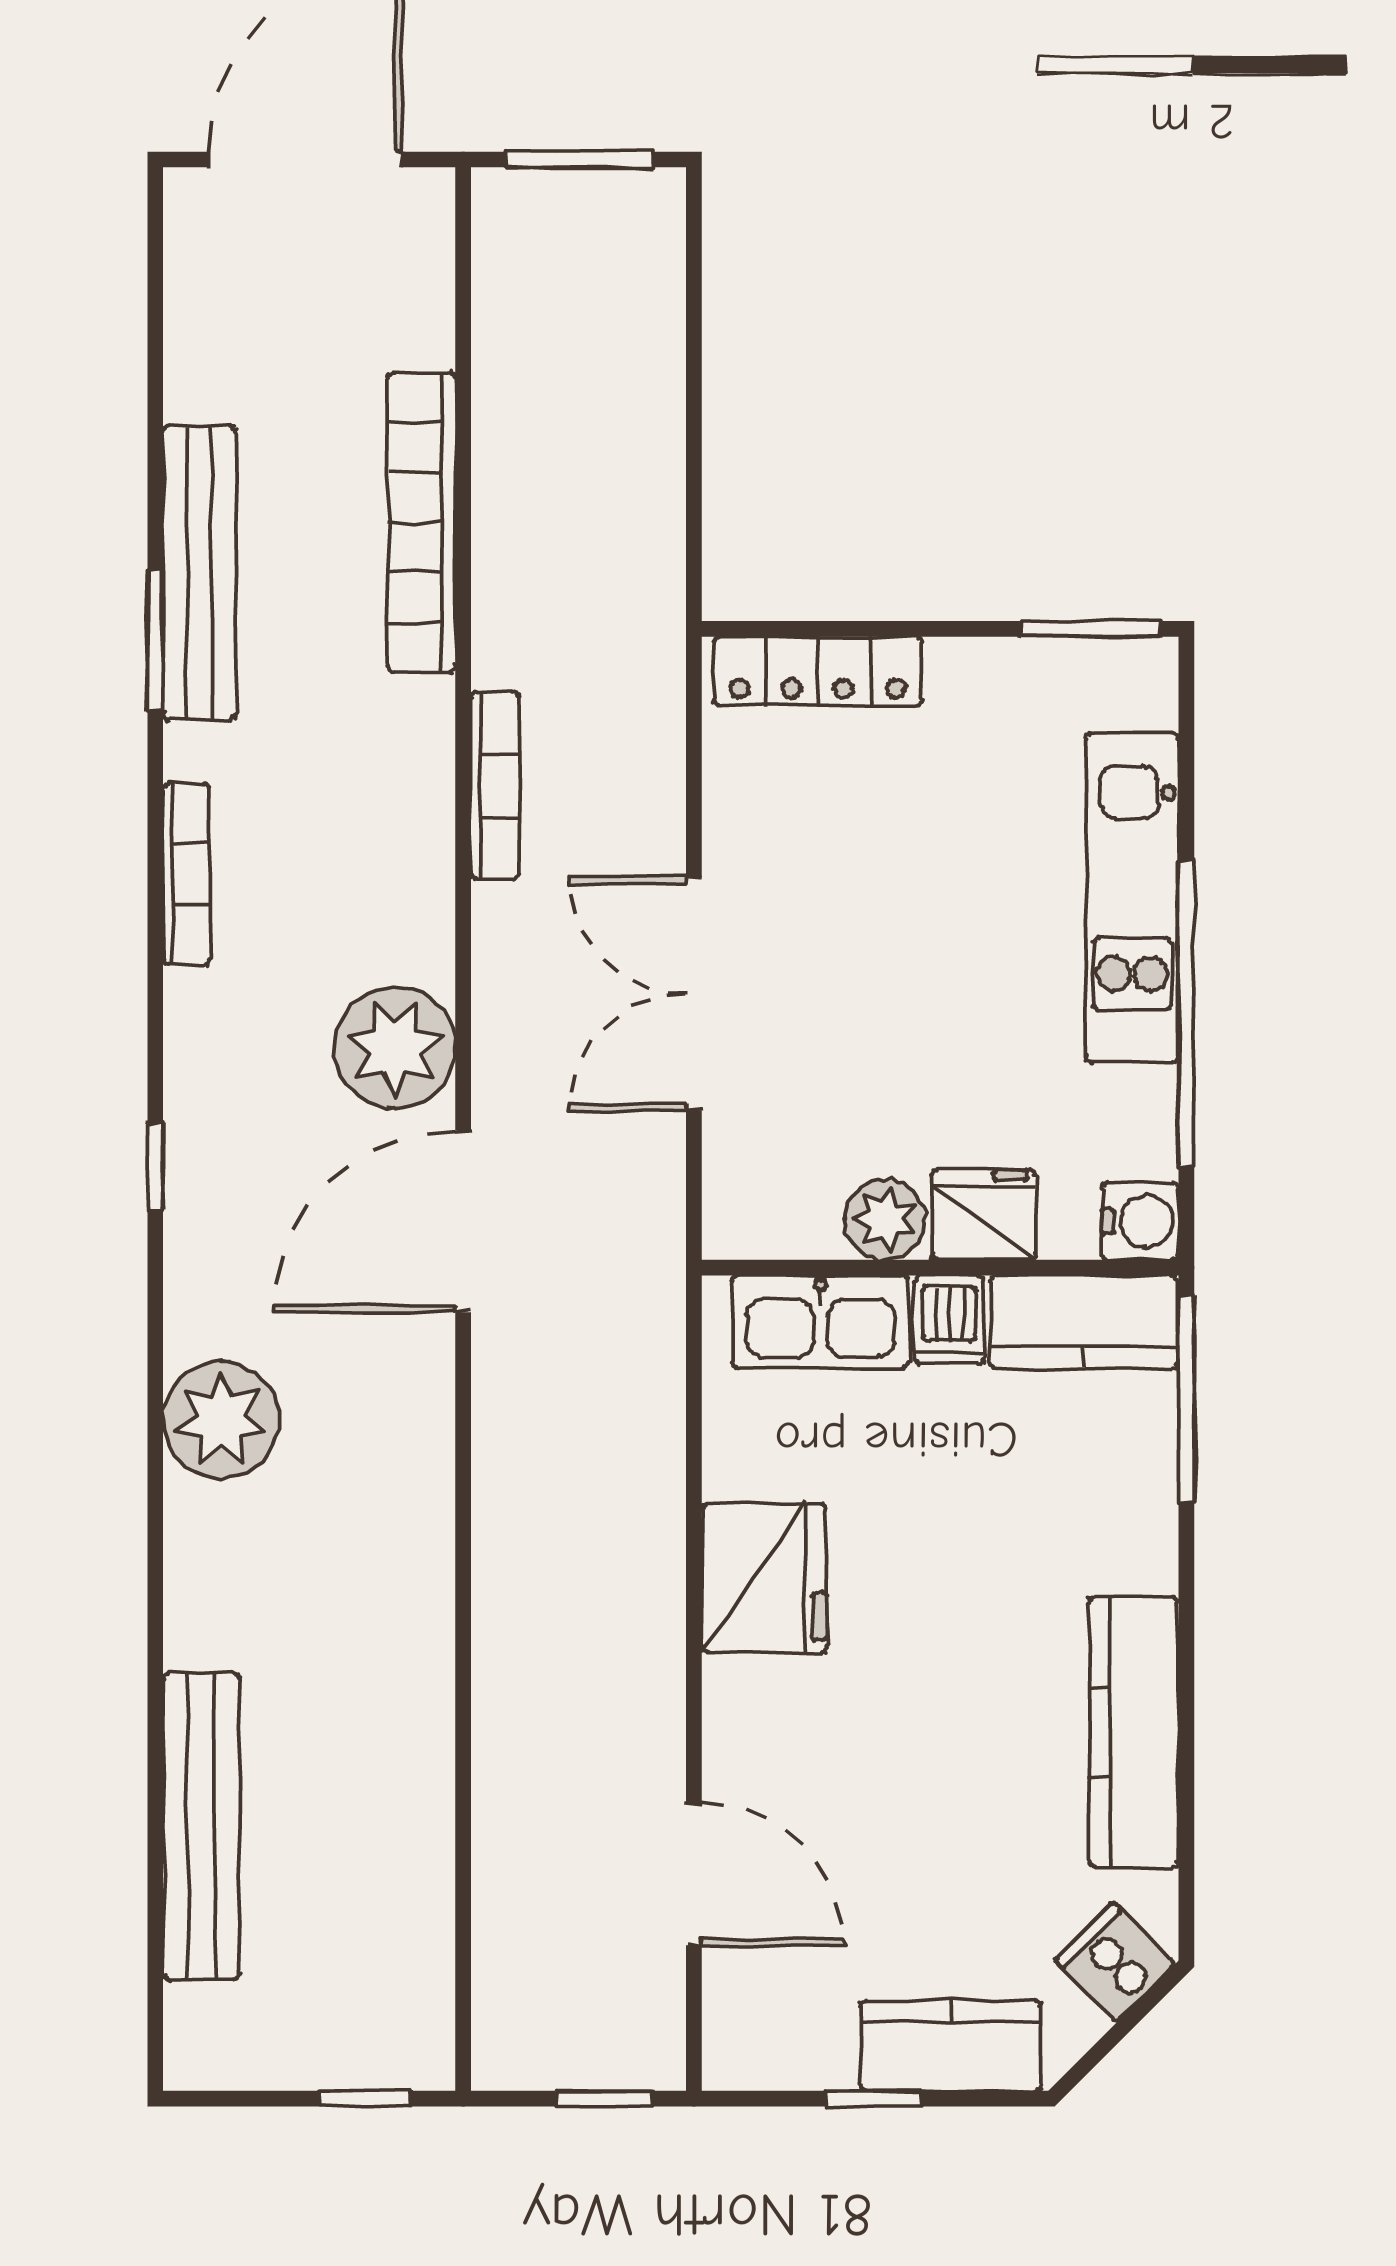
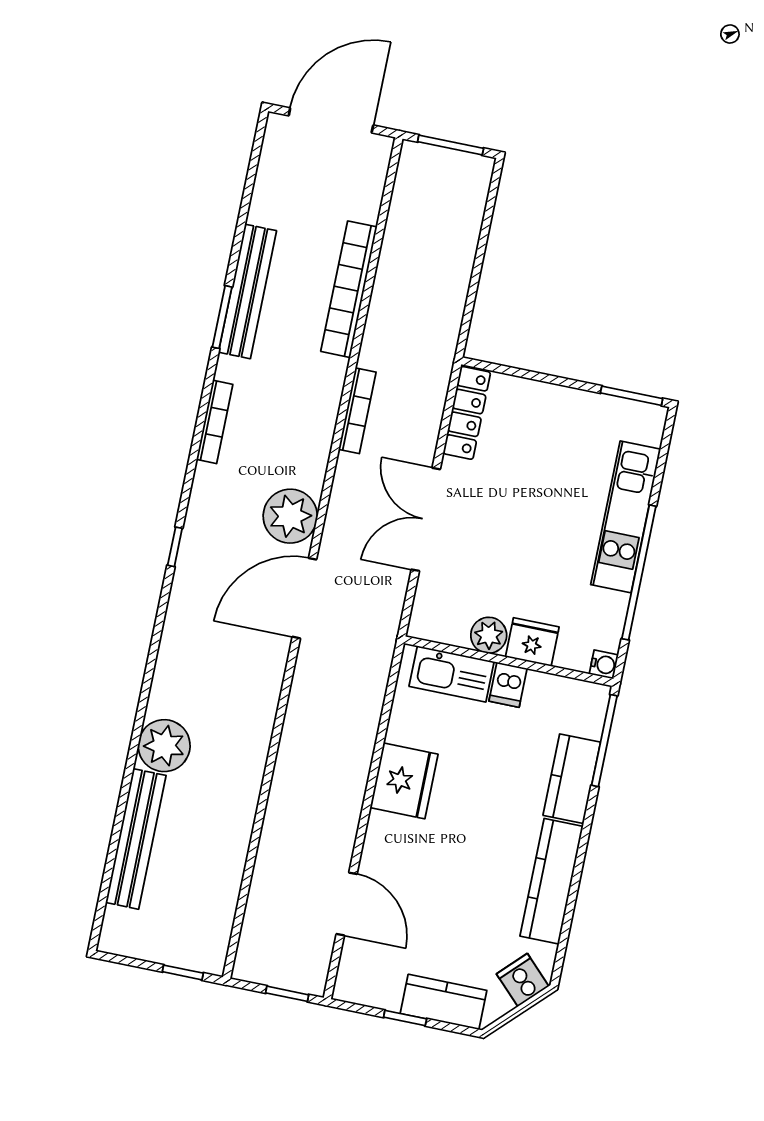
locker: (818, 671) -> (467, 413), moved, turned -90
water cooler: (1140, 1221) -> (604, 664), width x0.72, depth x0.72
kitchen counter: (1084, 1322) -> (572, 779), moved, turned 90
plant: (221, 1420) -> (164, 746), moved

